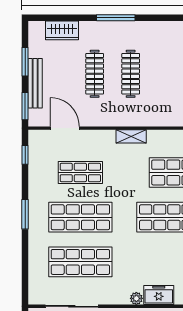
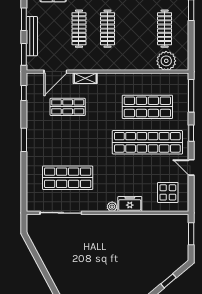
door: (65, 128) -> (55, 72), swing flipped
shelving: (131, 136) -> (85, 78), moved
shop shelf: (80, 217) -> (68, 142), removed

